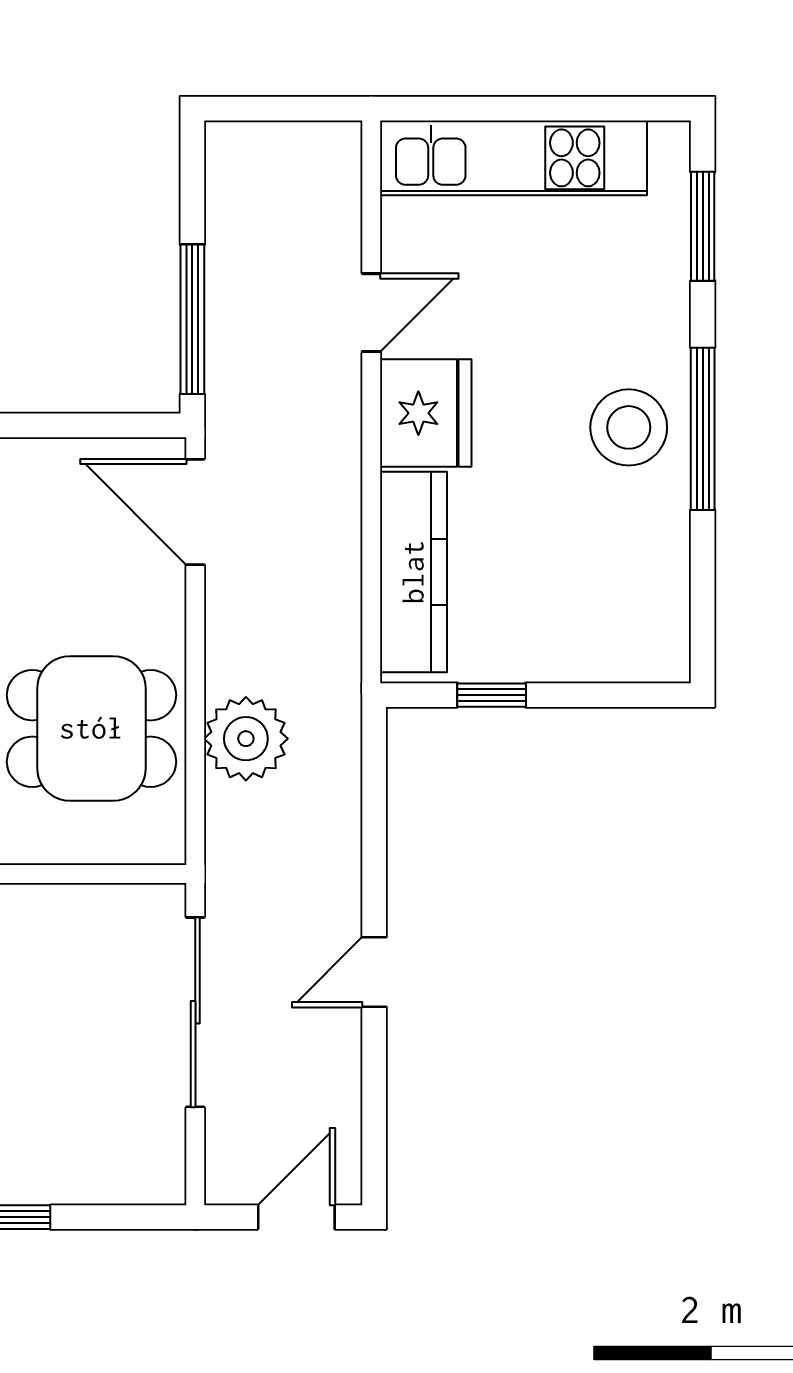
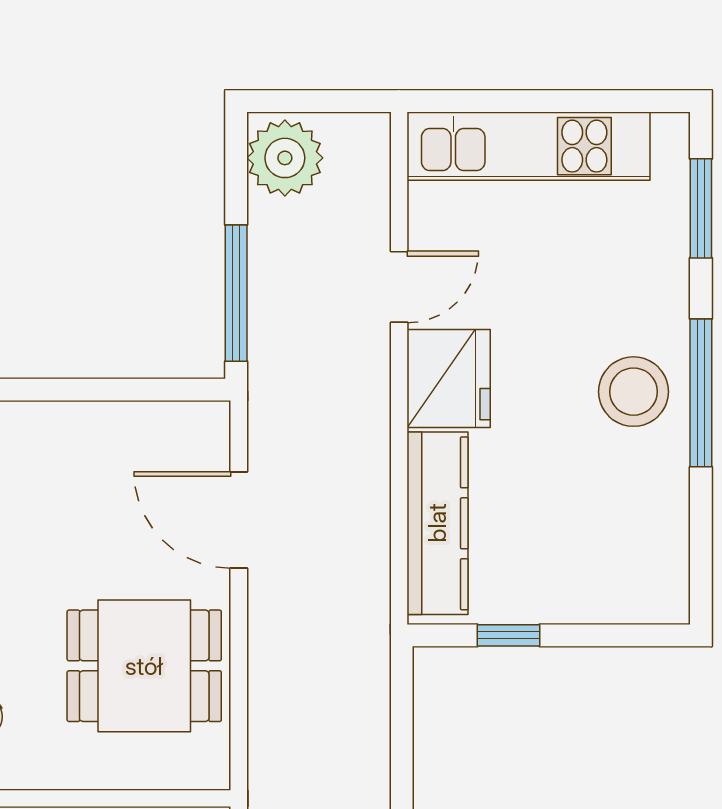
door: (195, 512) -> (239, 520), moved
plant: (246, 739) -> (285, 158), moved

